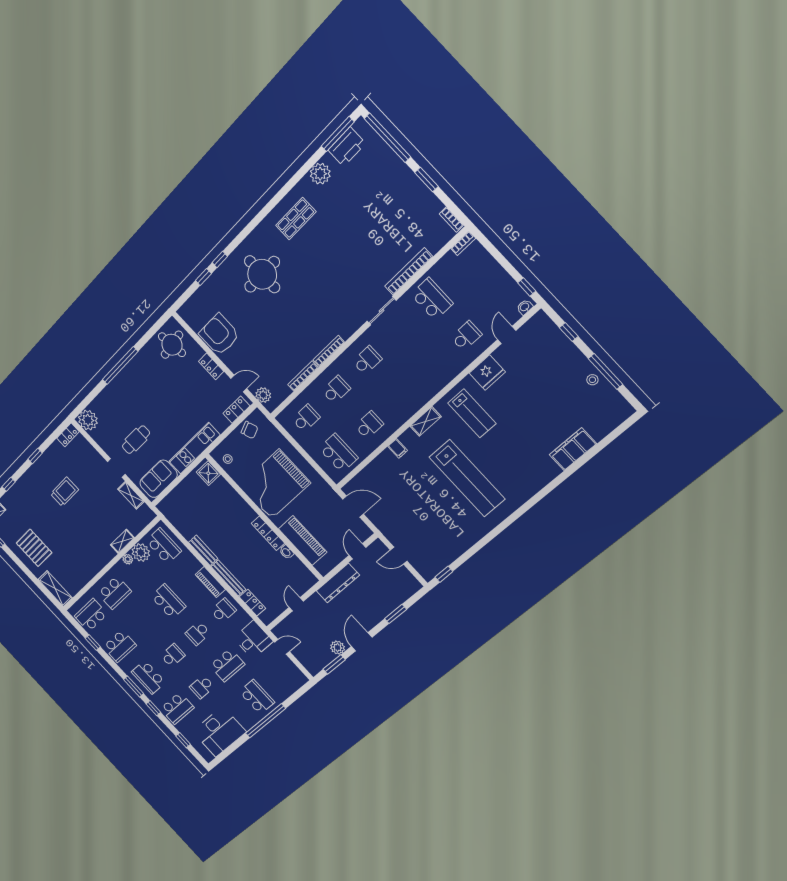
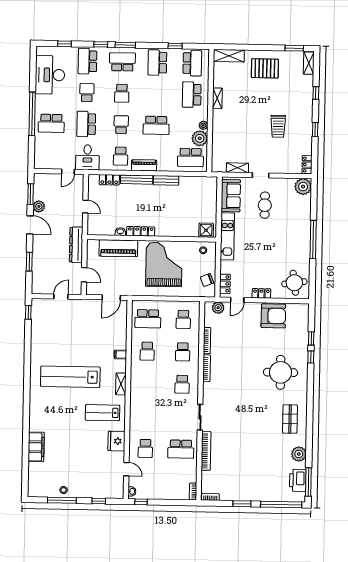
shelving: (122, 541) -> (217, 98), moved

